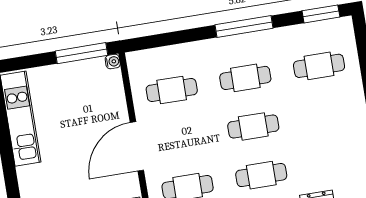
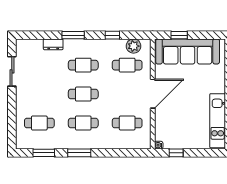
window: (321, 14) -> (44, 153), moved
window: (244, 27) -> (79, 153), width x0.69
window: (81, 53) -> (176, 153), width x0.46

